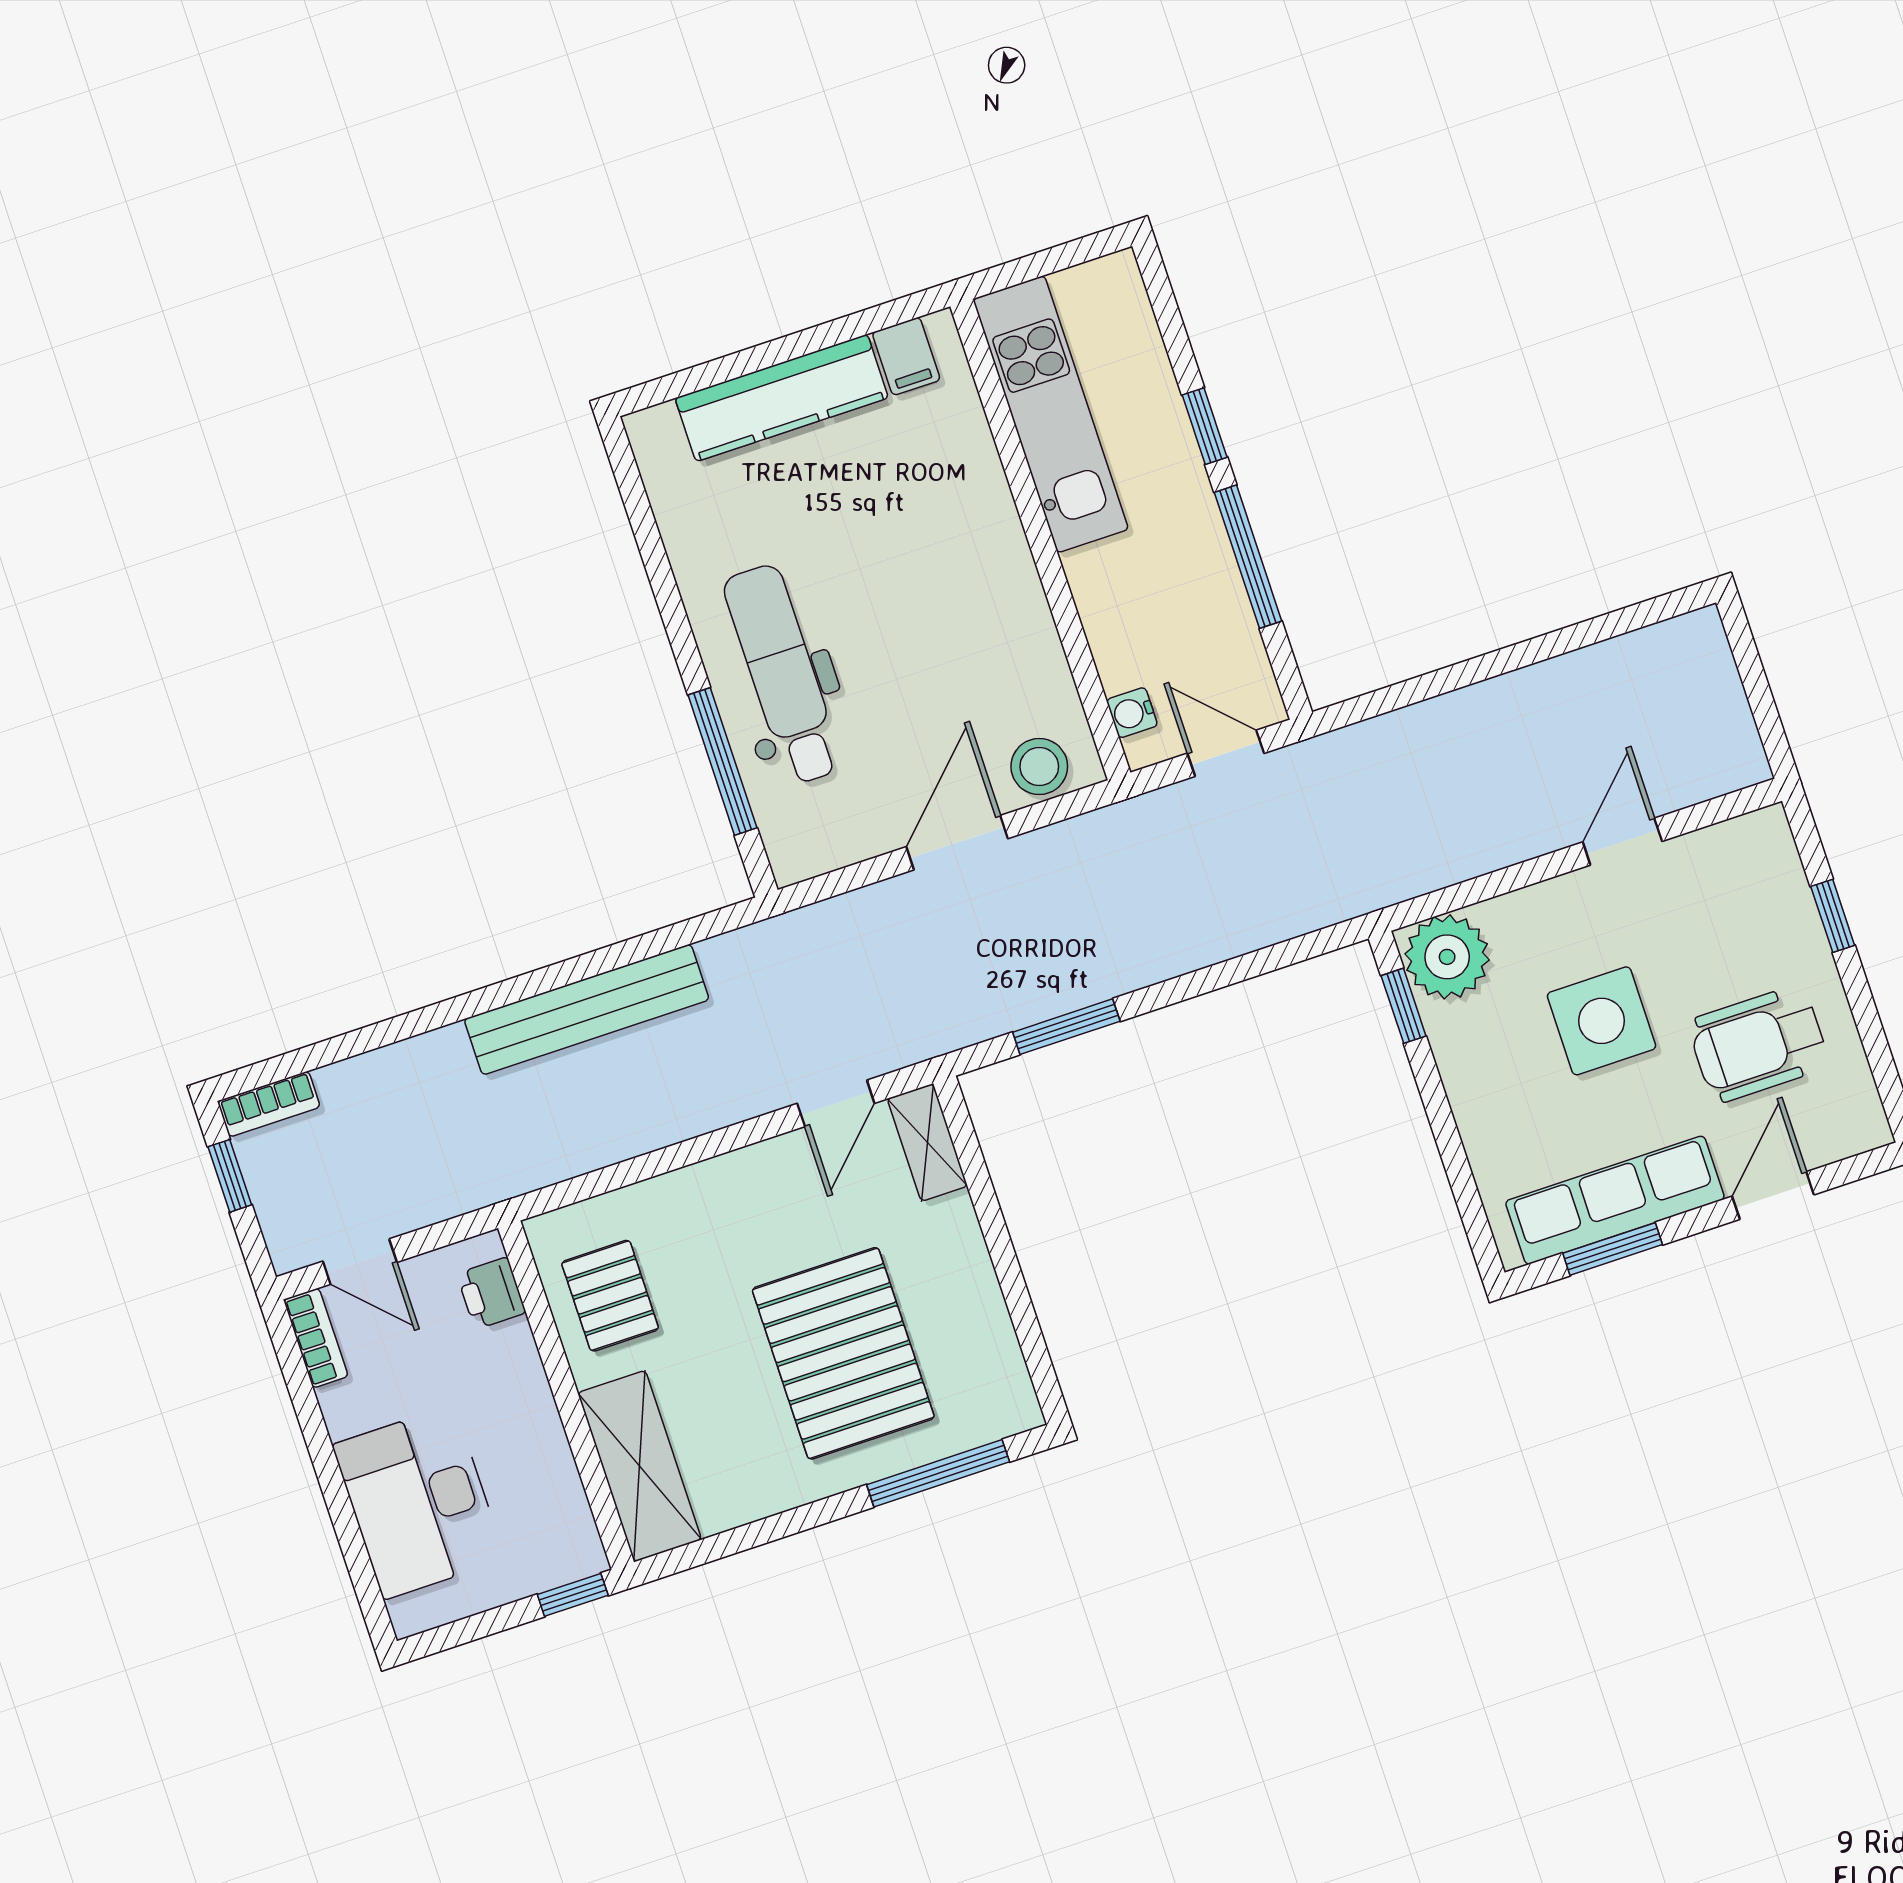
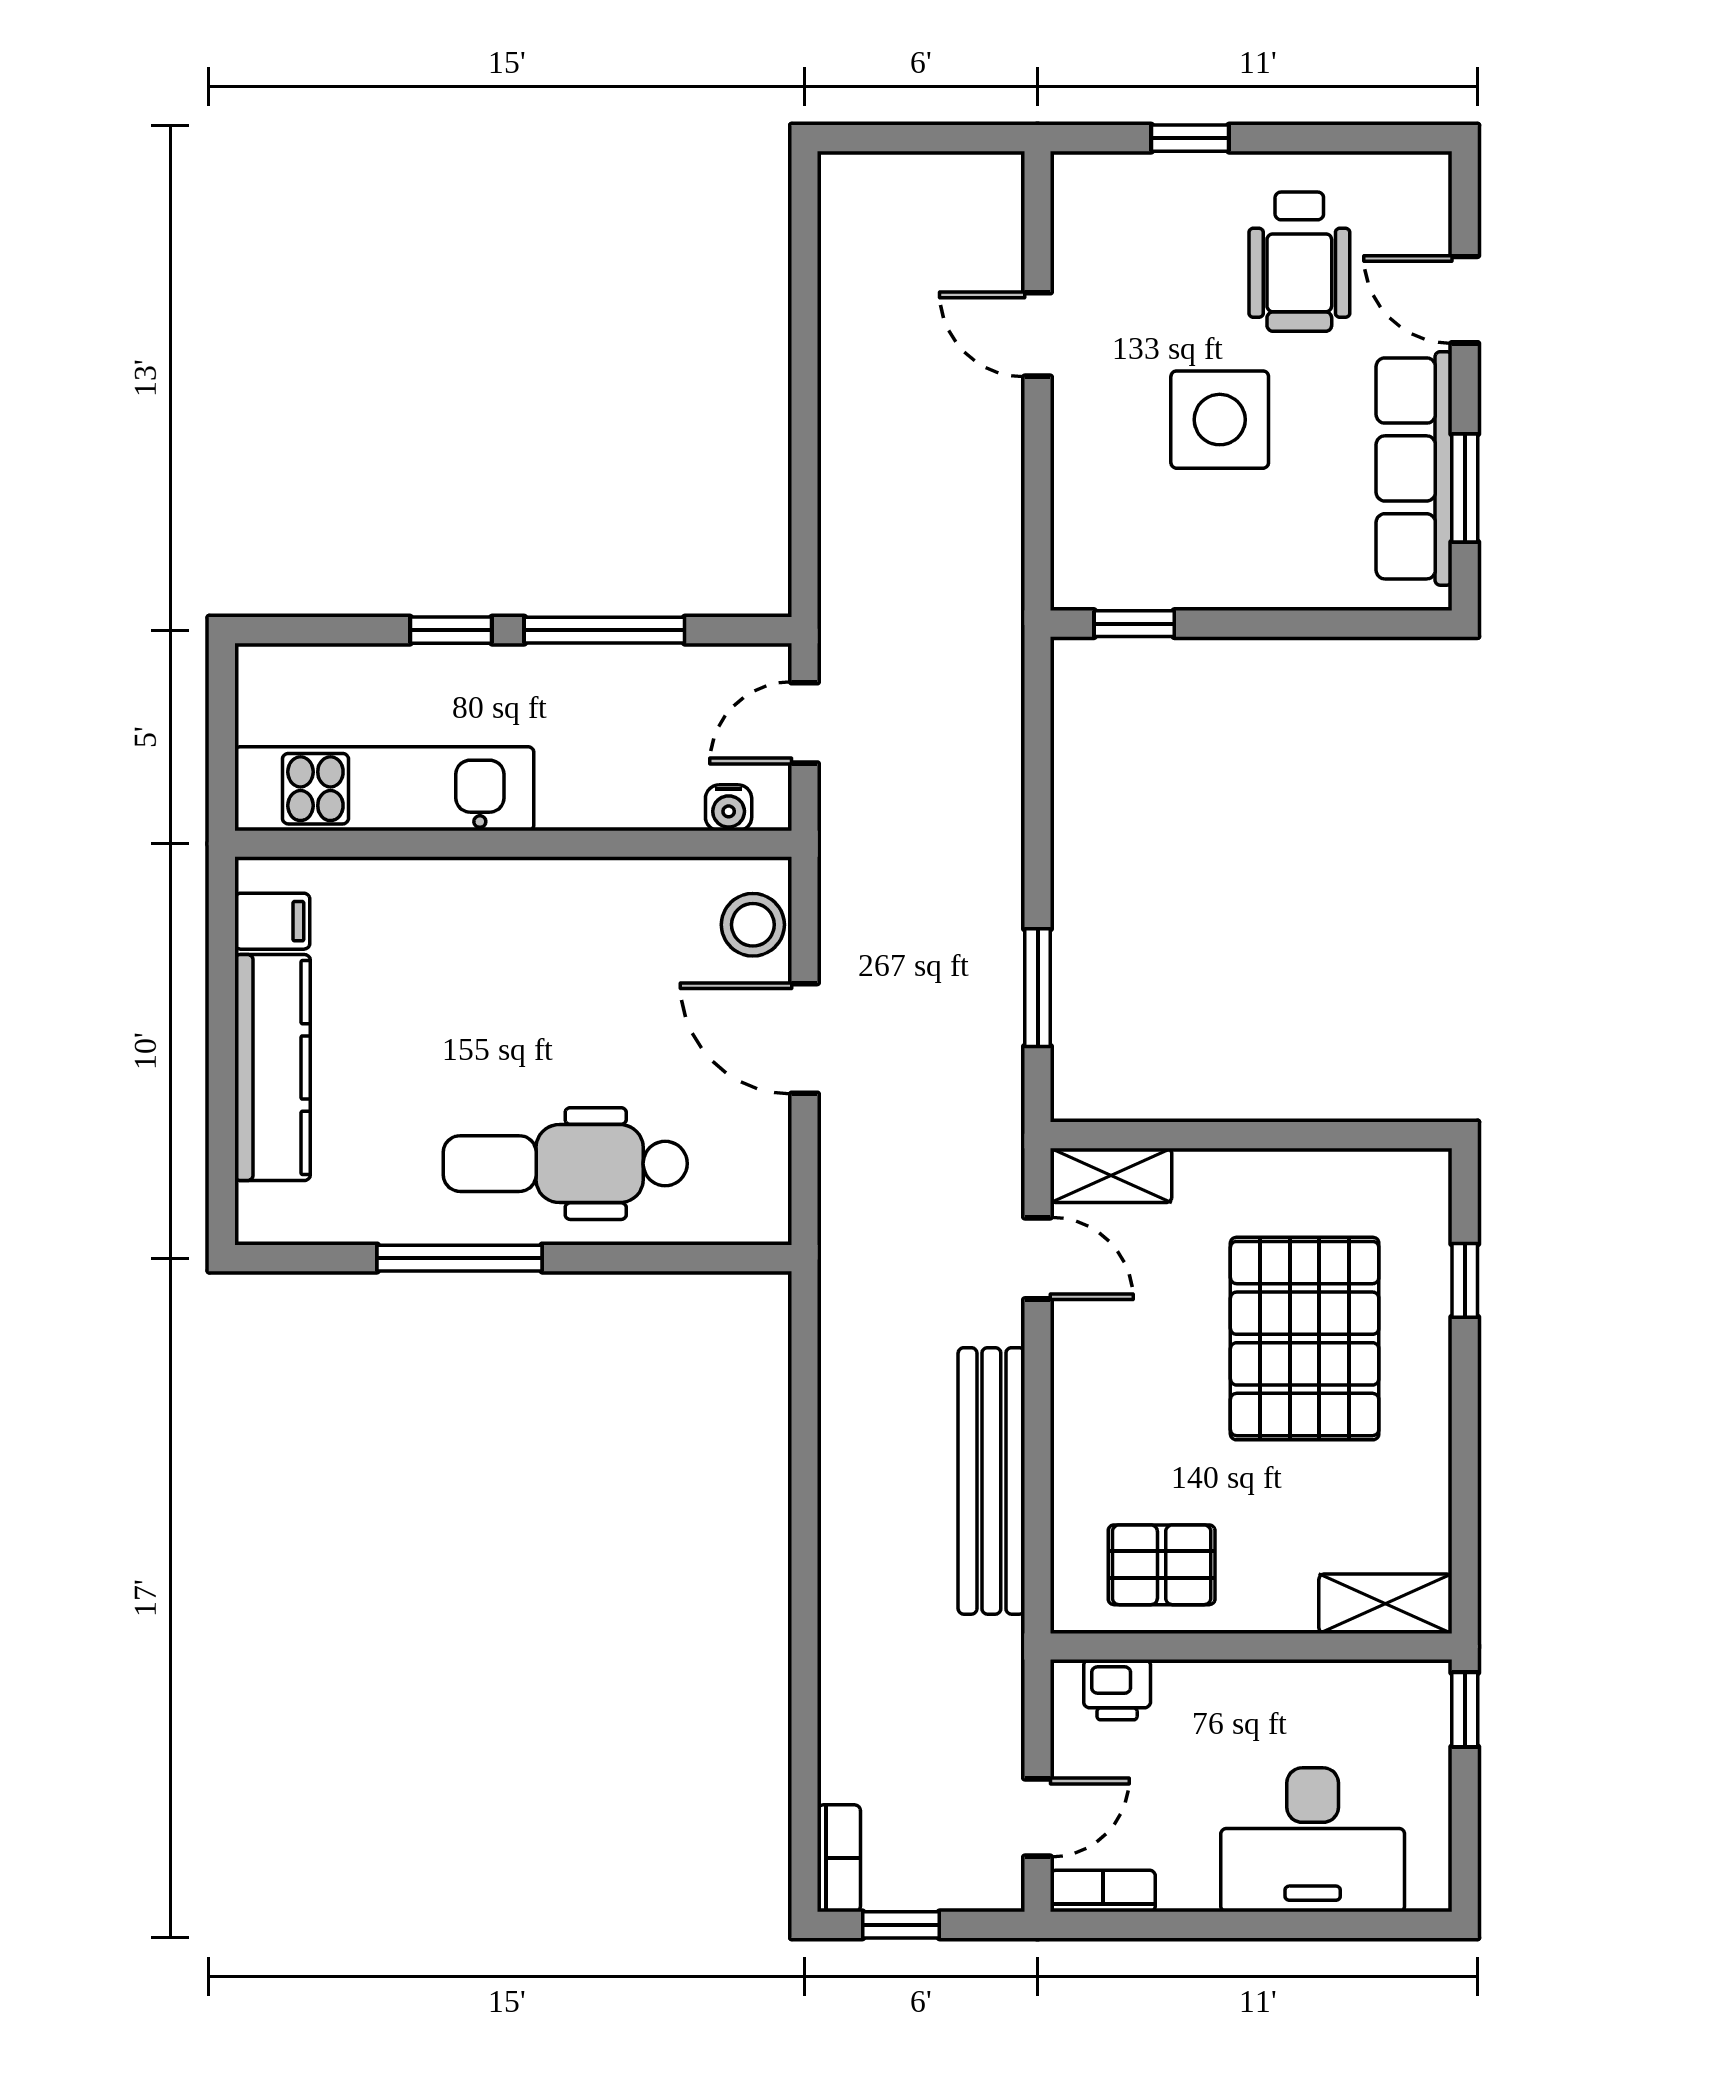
window: (722, 761) -> (460, 1258), moved
plant: (1447, 957) -> (1098, 560), removed
bench: (587, 1009) -> (991, 1481), moved
pallet: (843, 1353) -> (1305, 1339), turned 90
shelving: (640, 1466) -> (1385, 1604), width x0.67, depth x0.75
window: (938, 1473) -> (1465, 1280), width x0.46

